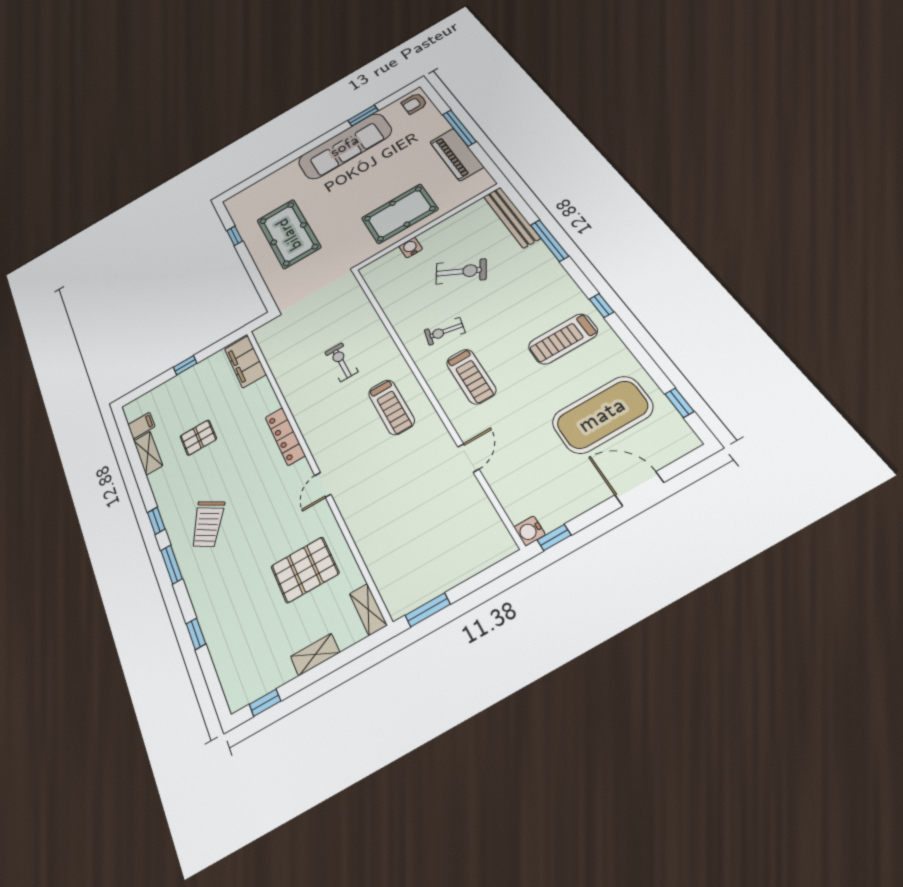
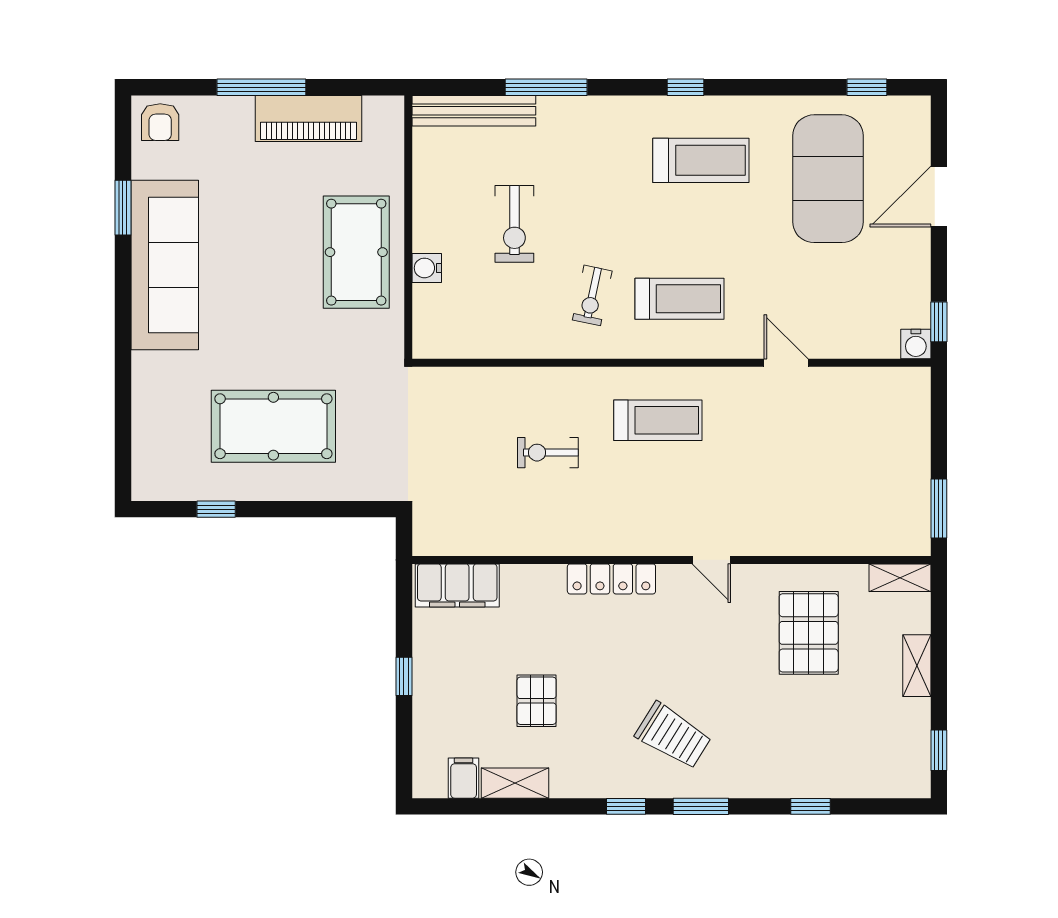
exercise bike: (461, 271) -> (514, 224), turned 150
treadmill: (563, 339) -> (701, 160), turned -90

